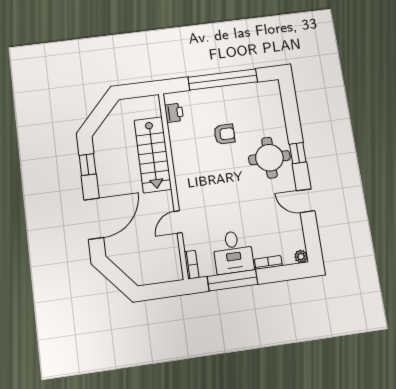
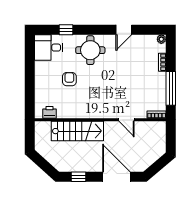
window: (223, 79) -> (30, 75), removed
window: (298, 153) -> (66, 30), moved
desk: (233, 252) -> (49, 48), moved, turned 180

